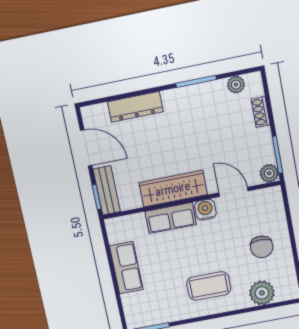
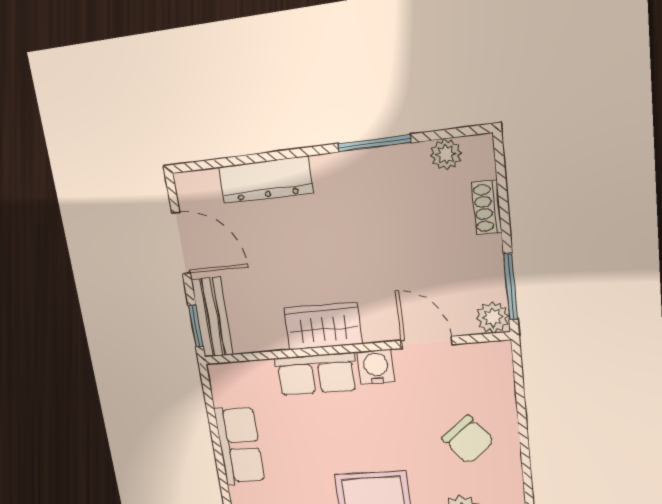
wardrobe: (173, 189) -> (323, 326), width x0.67
chair: (262, 247) -> (468, 440), turned -38

